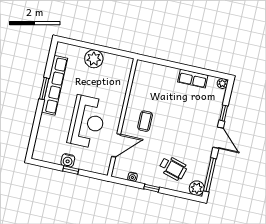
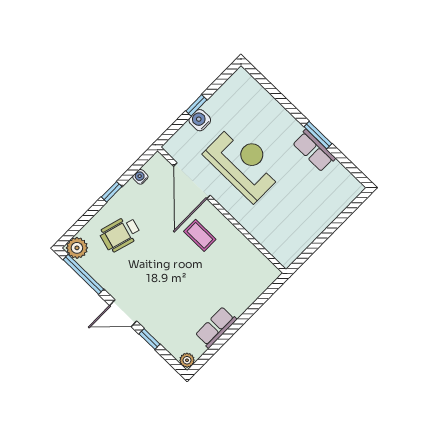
plant: (94, 59) -> (317, 220), removed
row of seats: (55, 85) -> (314, 151), width x0.50
reception desk: (87, 122) -> (244, 163), turned 180
door: (116, 145) -> (192, 181), width x1.36
water cooler: (68, 160) -> (200, 120), moved

